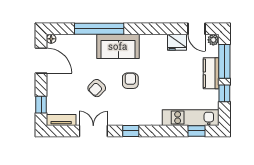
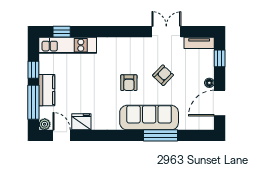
window: (99, 29) -> (161, 135), width x0.68
floor lamp: (51, 39) -> (209, 83), moved
sofa: (118, 46) -> (149, 118), width x1.36
door: (41, 61) -> (220, 103), hinge flipped
double door: (93, 131) -> (166, 32), swing flipped
window: (131, 131) -> (128, 32), removed

